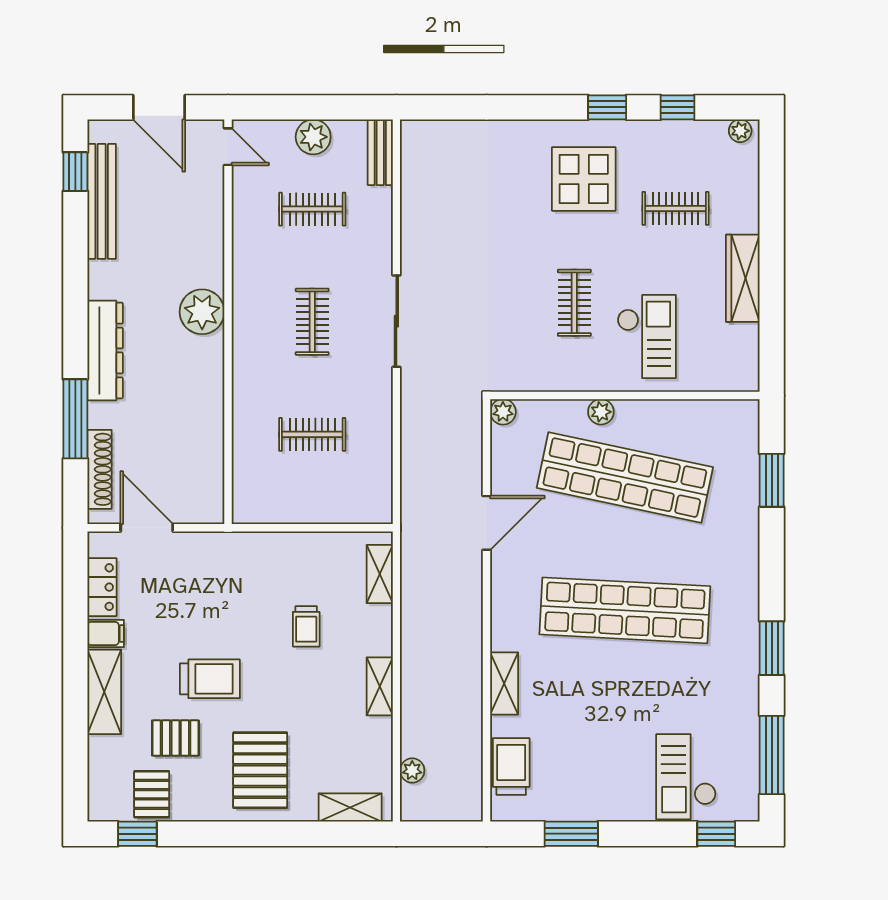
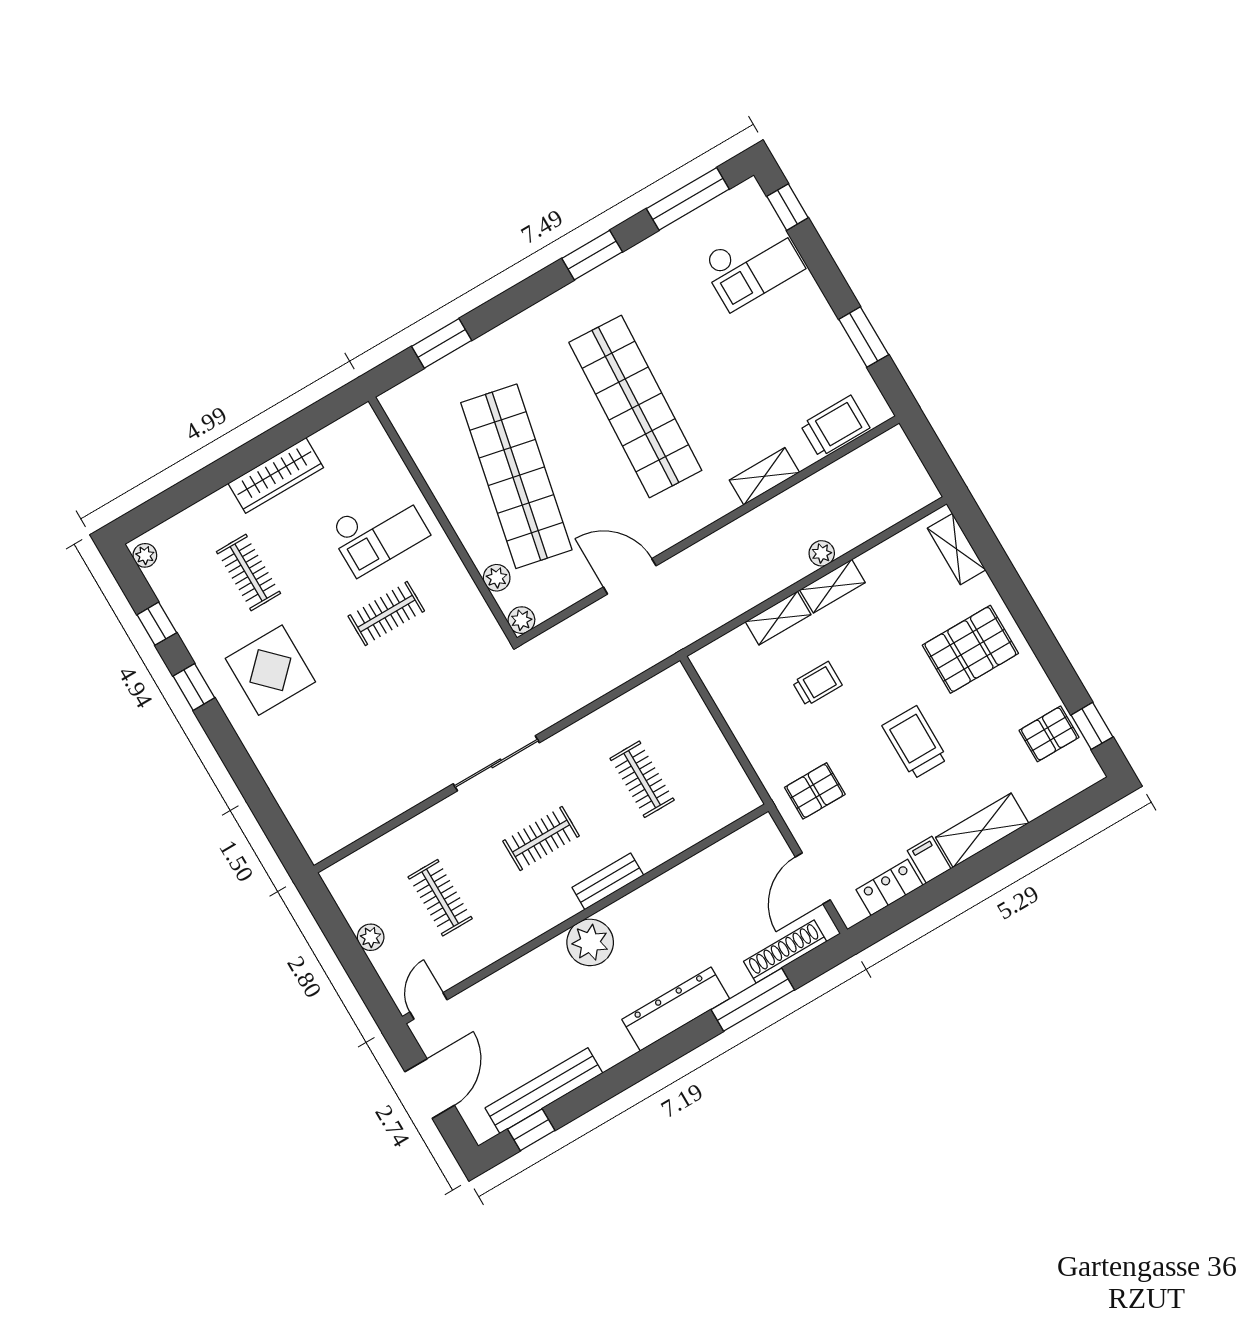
plant: (313, 137) -> (371, 937), width x0.73, depth x0.73
bench: (380, 152) -> (608, 881), moved
checkout: (647, 337) -> (379, 531), turned 180
plant: (601, 412) -> (497, 578), moved
shelving: (380, 574) -> (778, 618), moved
pallet: (175, 738) -> (815, 791), moved, turned 90
trolley: (511, 766) -> (835, 426), turned 180
plant: (412, 770) -> (822, 553), moved

